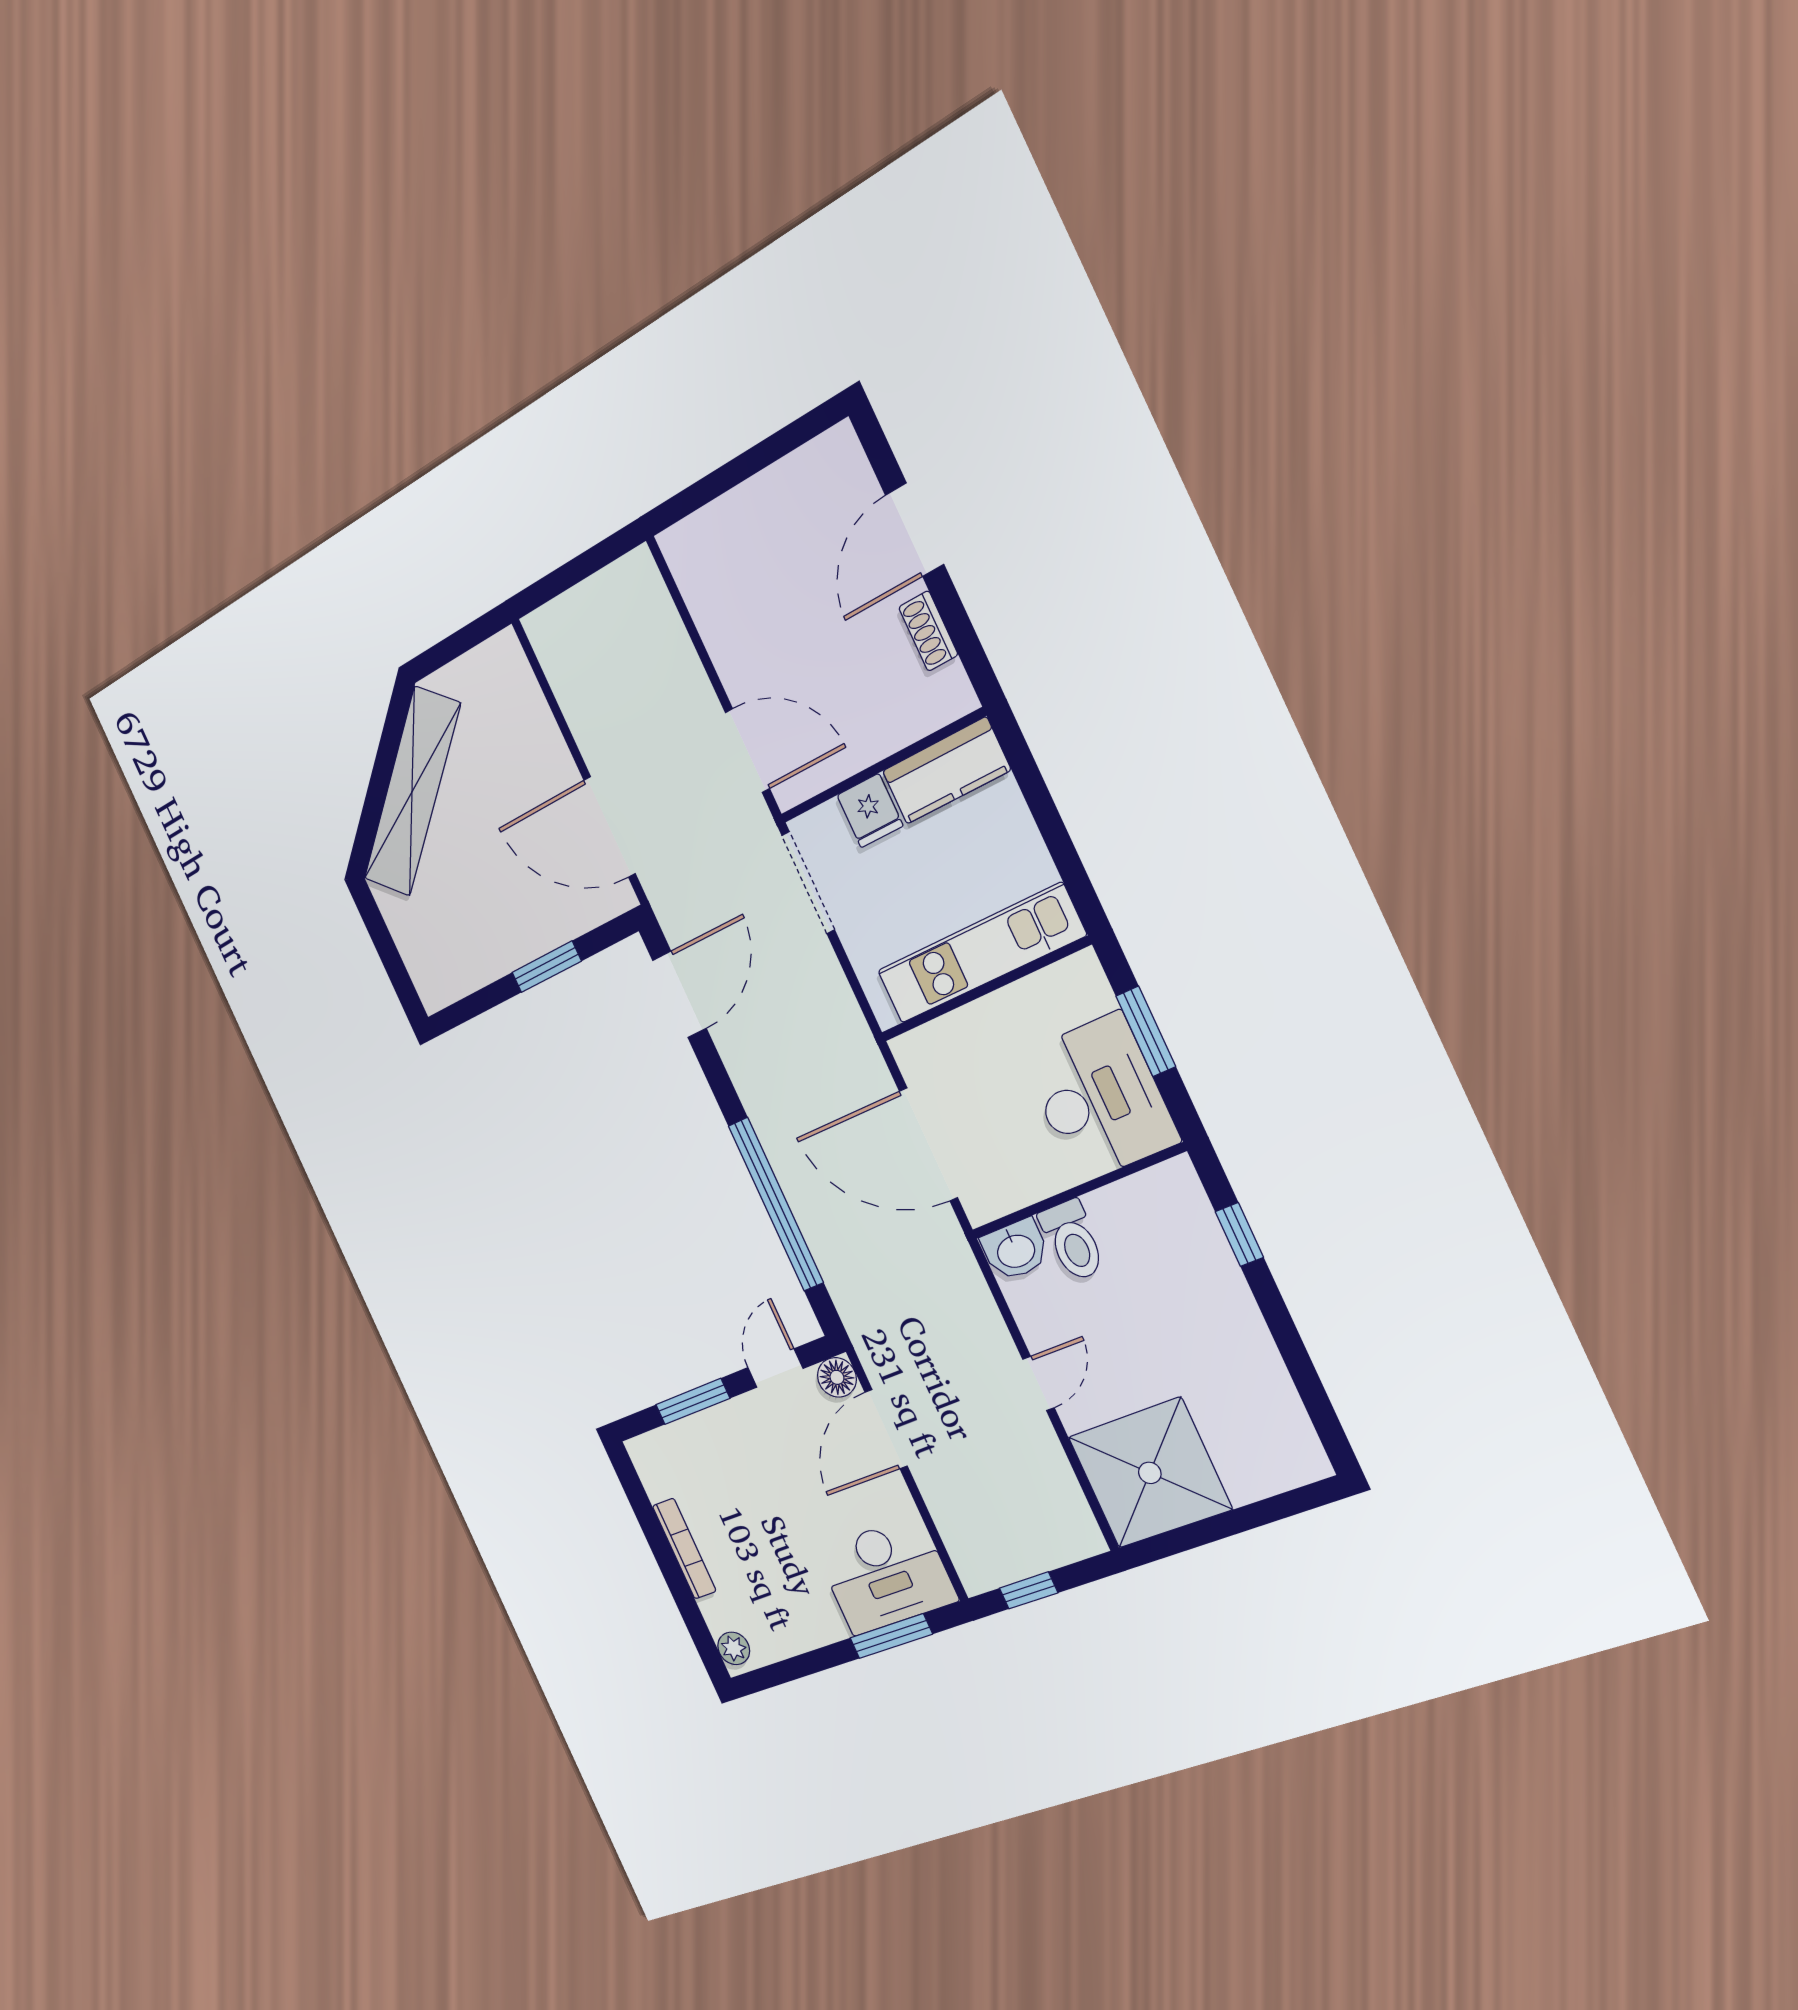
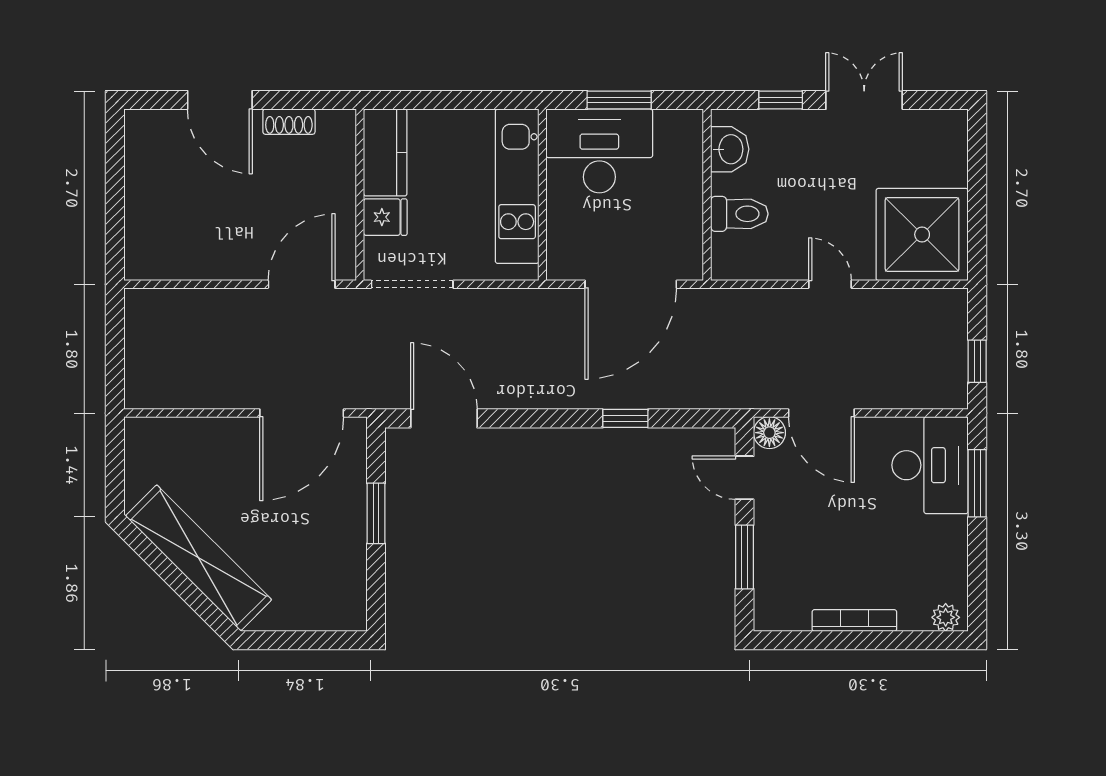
desk: (1099, 1098) -> (599, 151), moved
window: (776, 1204) -> (625, 418), width x0.32
washbasin: (1015, 1250) -> (730, 149), moved
double door: (1288, 1340) -> (864, 100), added

